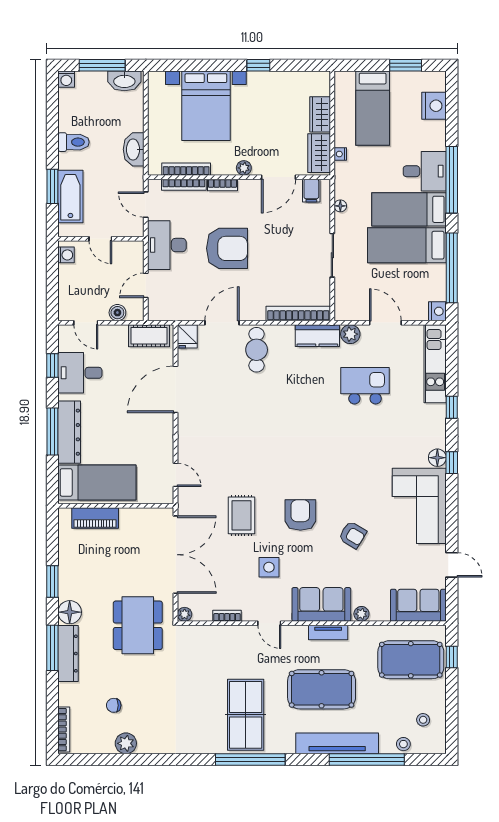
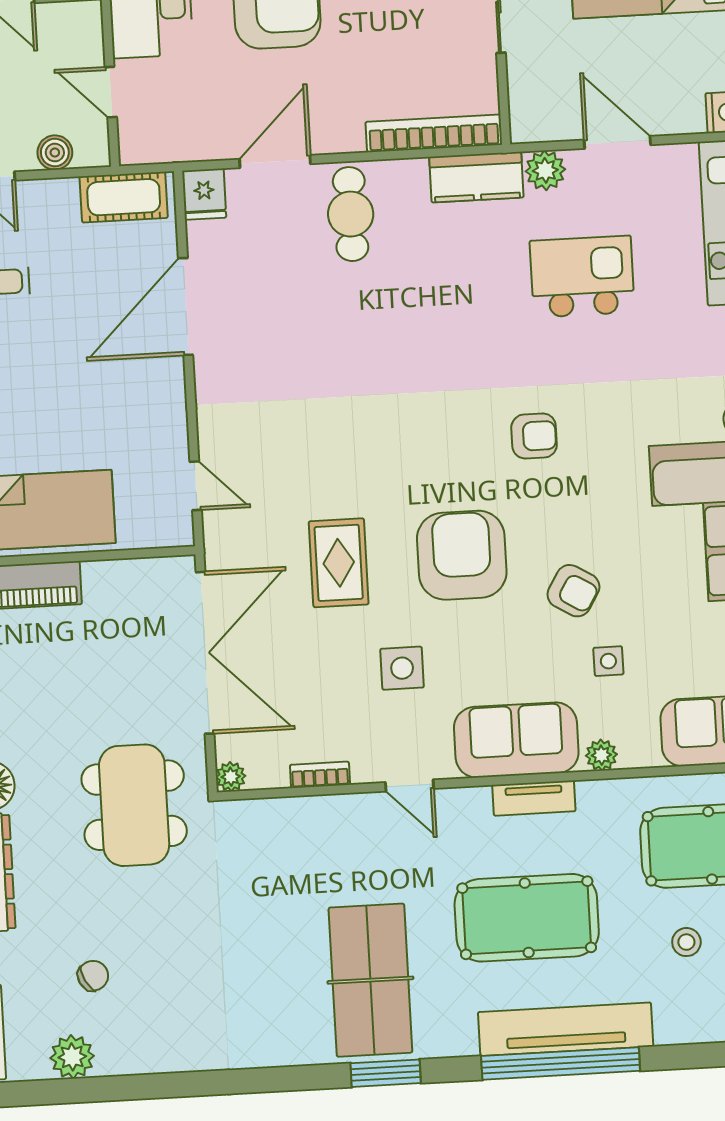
door: (146, 285) -> (111, 92), hinge flipped
armchair: (338, 460) -> (534, 436), added
armchair: (300, 515) -> (462, 555), width x1.36, depth x1.36
side table: (367, 569) -> (608, 661), added
chair: (114, 705) -> (93, 976), turned 152
plant: (126, 743) -> (72, 1057), moved
stool: (403, 744) -> (686, 942), moved
window: (250, 759) -> (386, 1073), width x0.47
window: (367, 759) -> (561, 1063), moved

